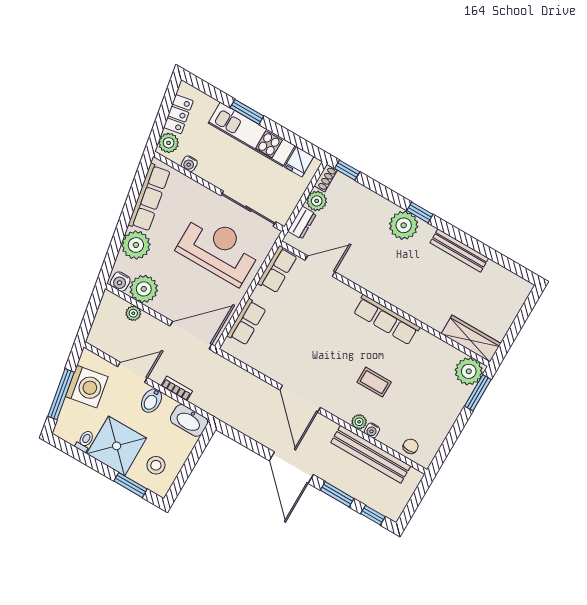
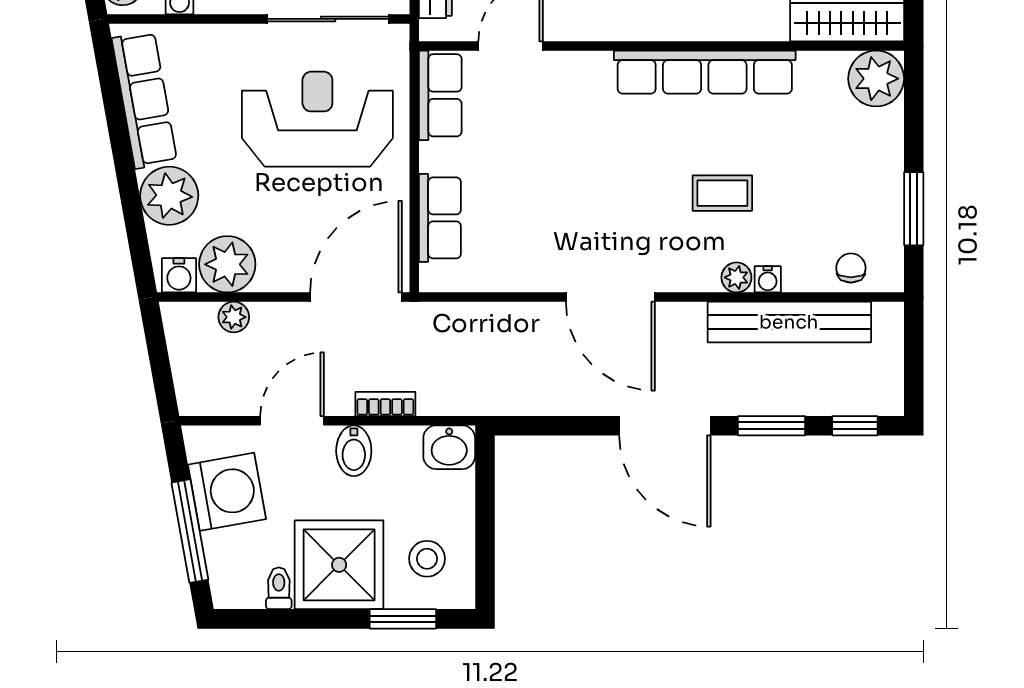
row of seats: (386, 320) -> (705, 72), width x1.36
window: (478, 393) -> (914, 209), moved
washbasin: (189, 420) -> (449, 447), width x0.72

